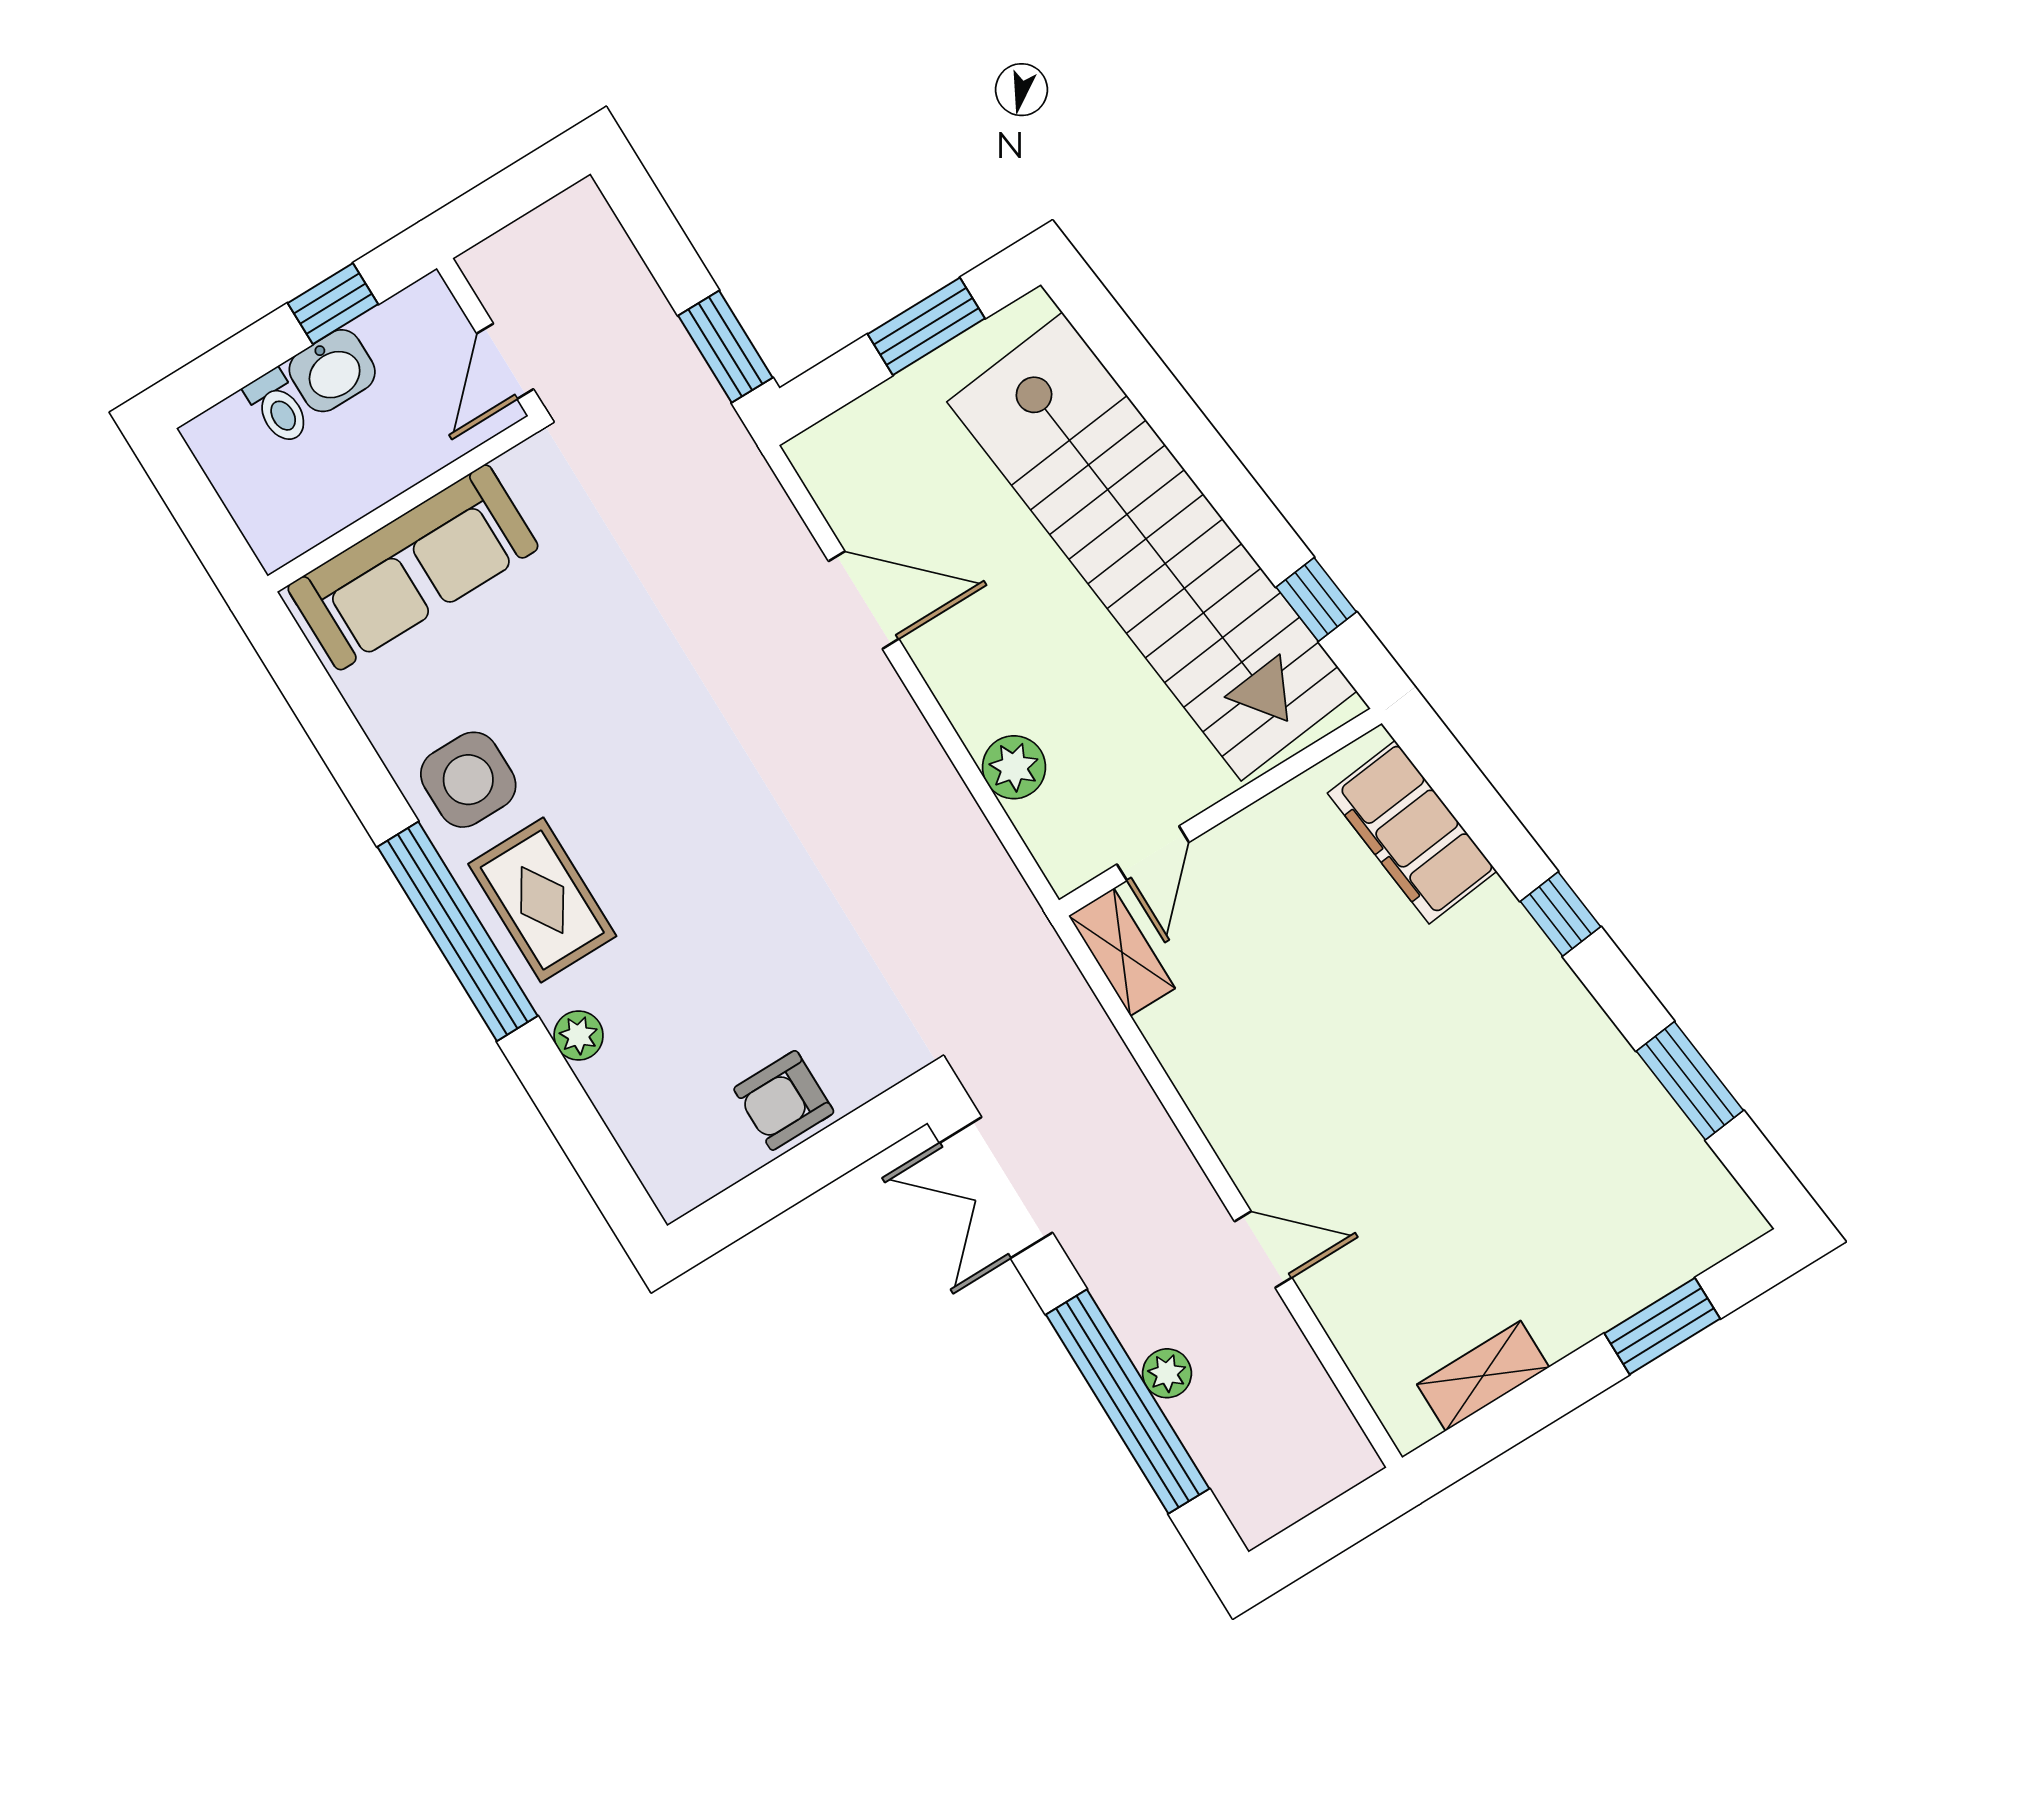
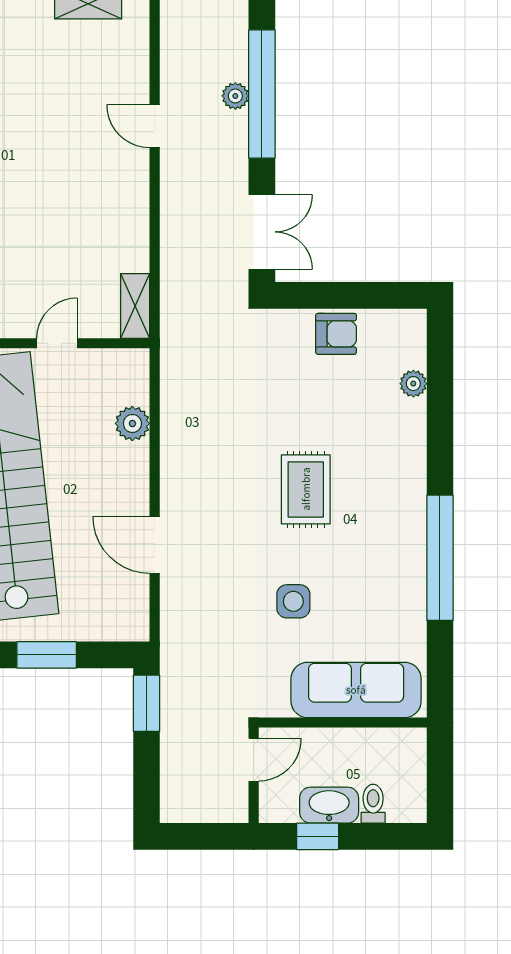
washbasin: (332, 371) -> (329, 805), width x1.38
side table: (468, 780) -> (293, 601), moved, width x0.73, depth x0.73
door: (1153, 853) -> (57, 343), moved
rug: (542, 900) -> (306, 489), moved
window: (458, 931) -> (440, 558), moved
plant: (579, 1036) -> (413, 384), moved

